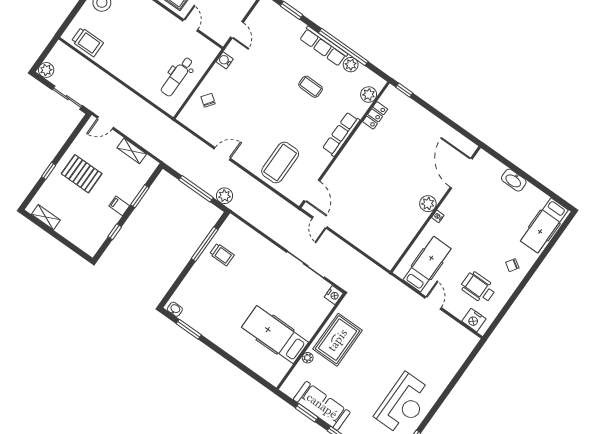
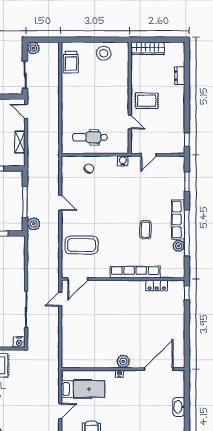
door: (190, 25) -> (130, 122), hinge flipped
plant: (369, 95) -> (167, 272), removed
row of seats: (341, 134) -> (135, 272), width x1.36

